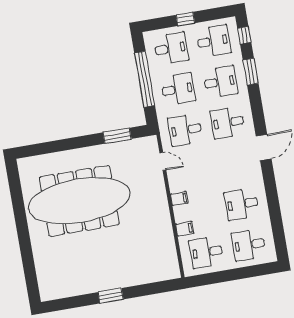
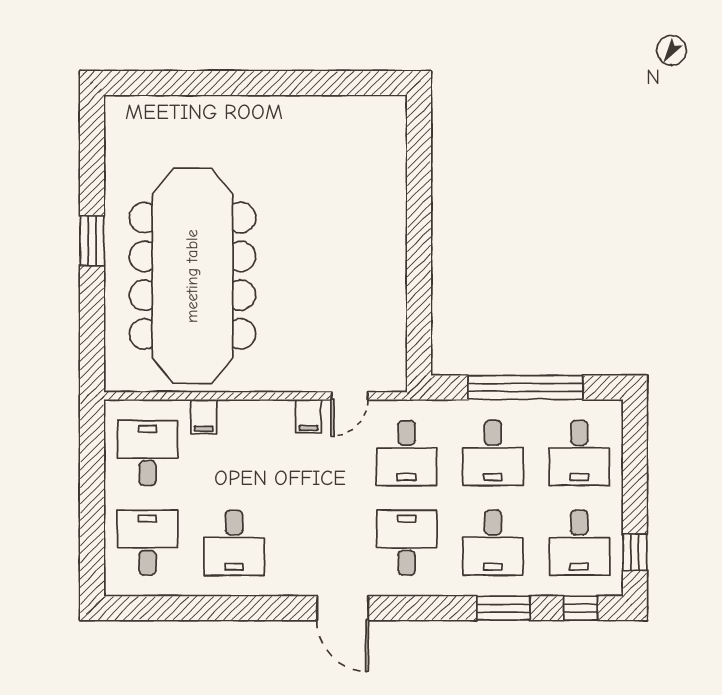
window: (185, 19) -> (635, 552), moved
desk: (185, 130) -> (407, 453), turned 180
window: (117, 136) -> (419, 311), removed
filing cabinet: (179, 199) -> (308, 416), moved
meeting table: (79, 201) -> (192, 276), moved
desk: (242, 204) -> (234, 543), turned 180

